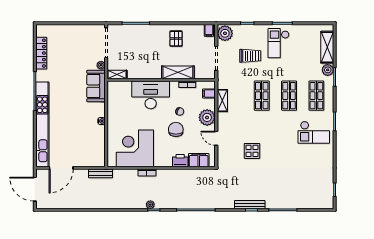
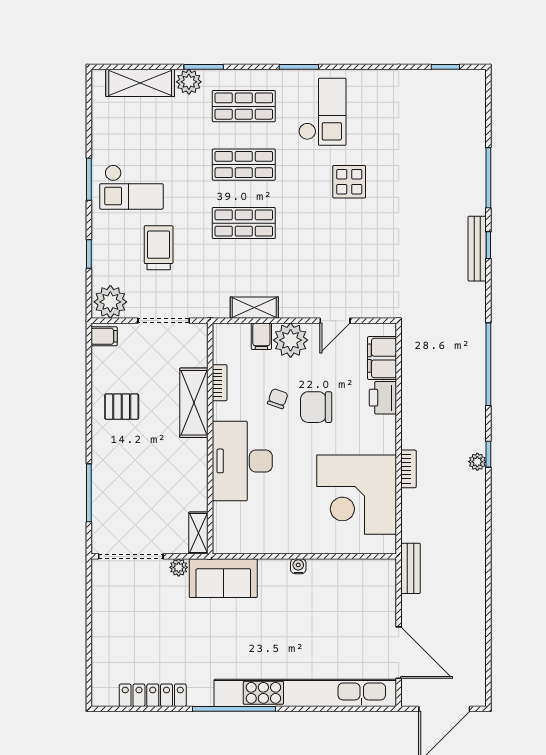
filing cabinet: (209, 93) -> (261, 336), moved
display table: (252, 151) -> (349, 182), moved

